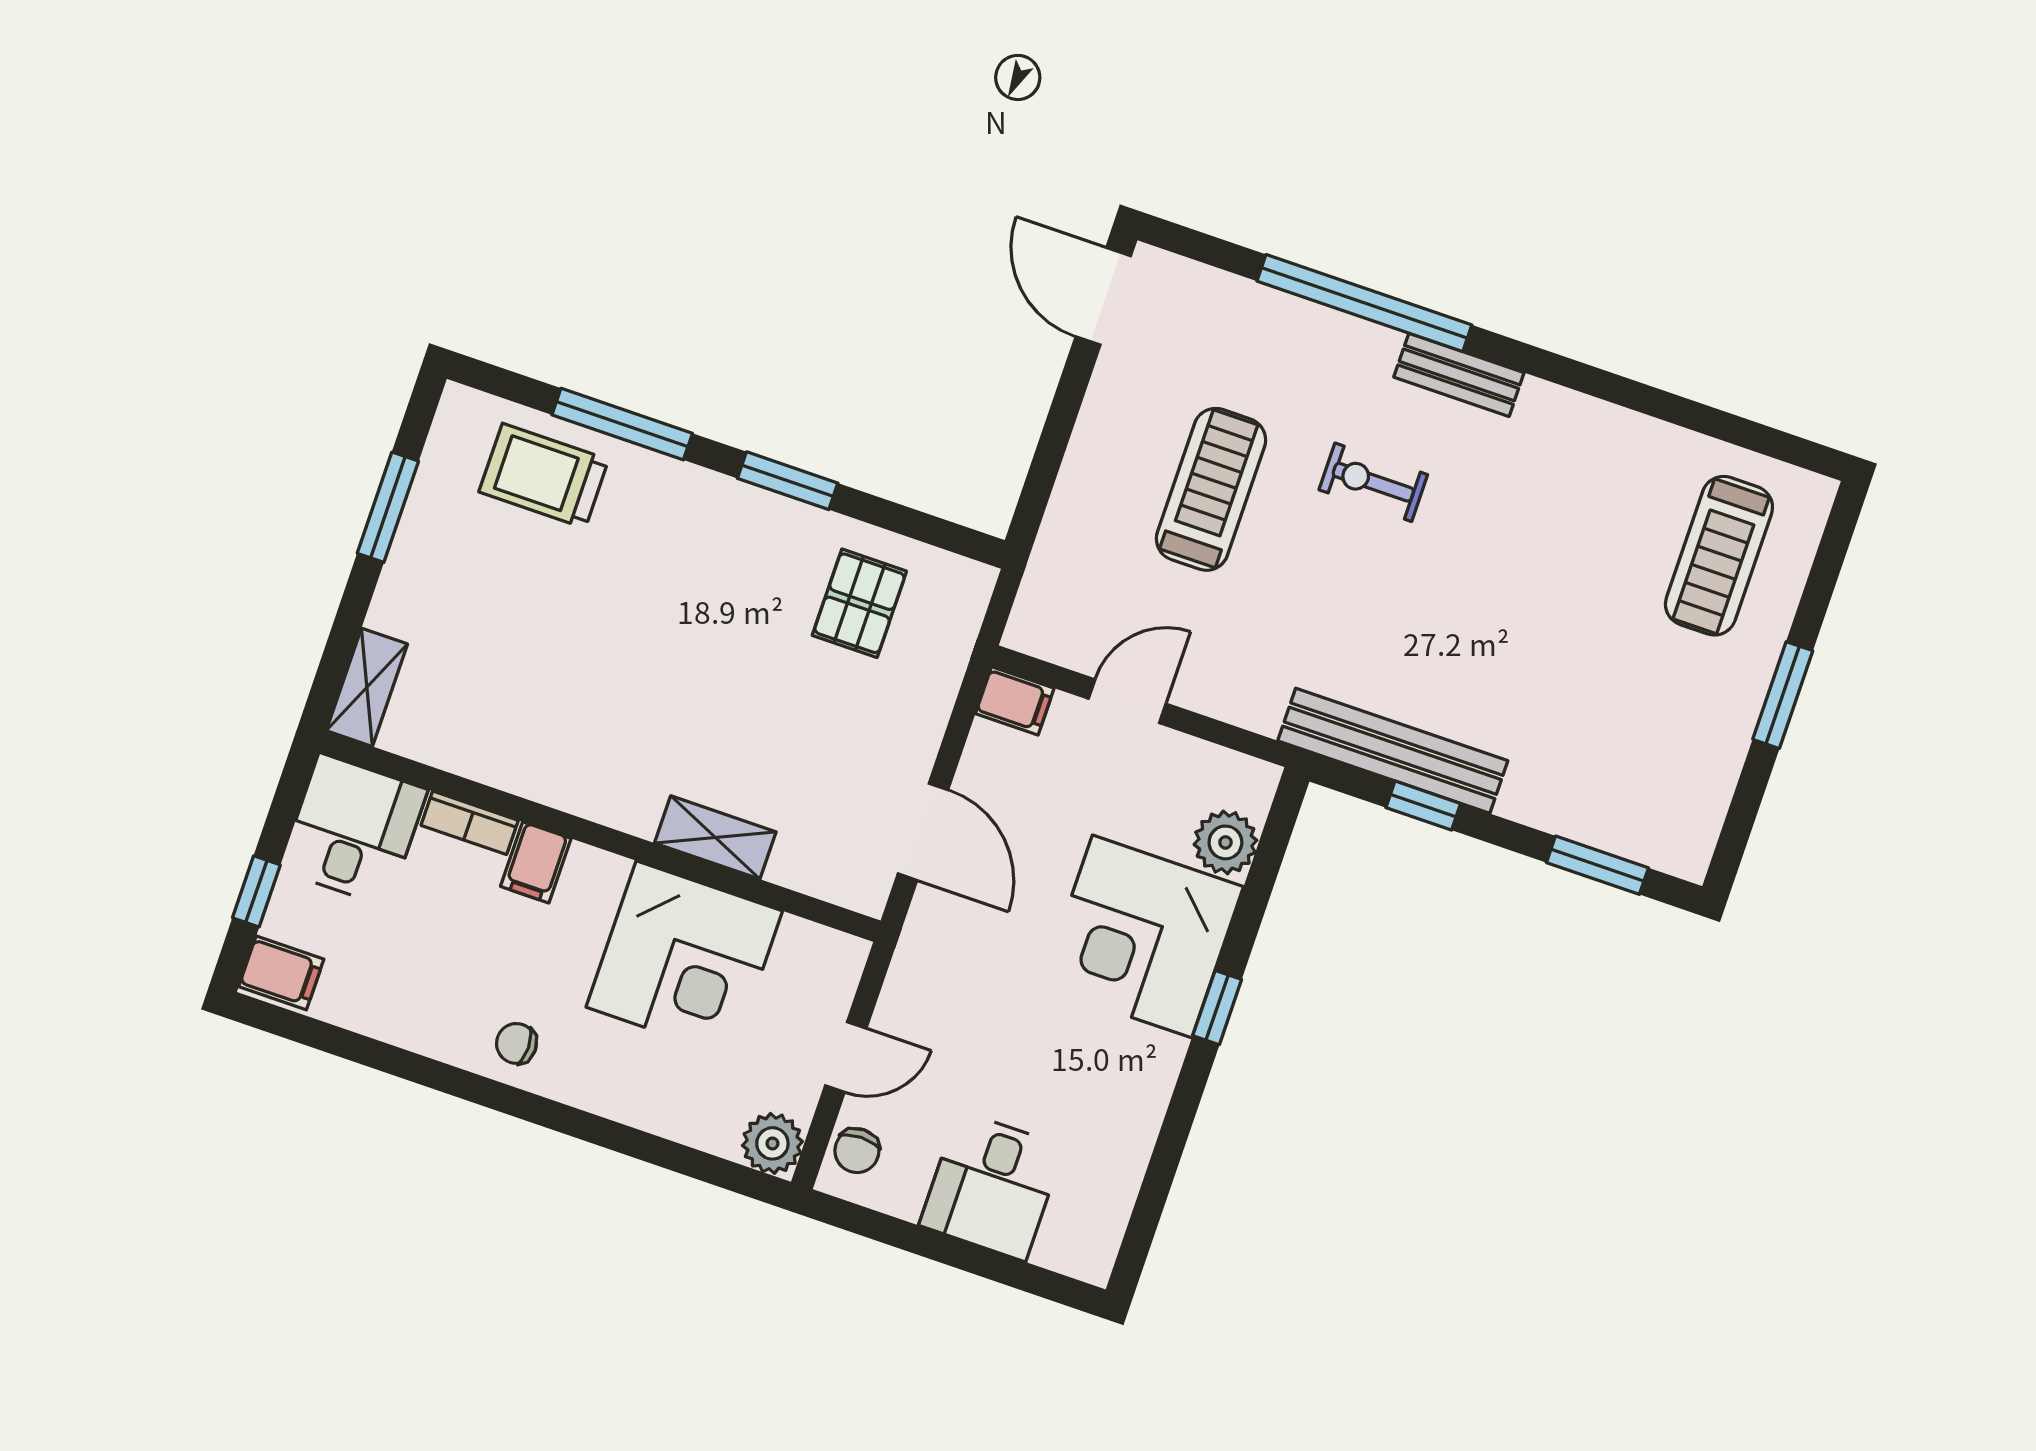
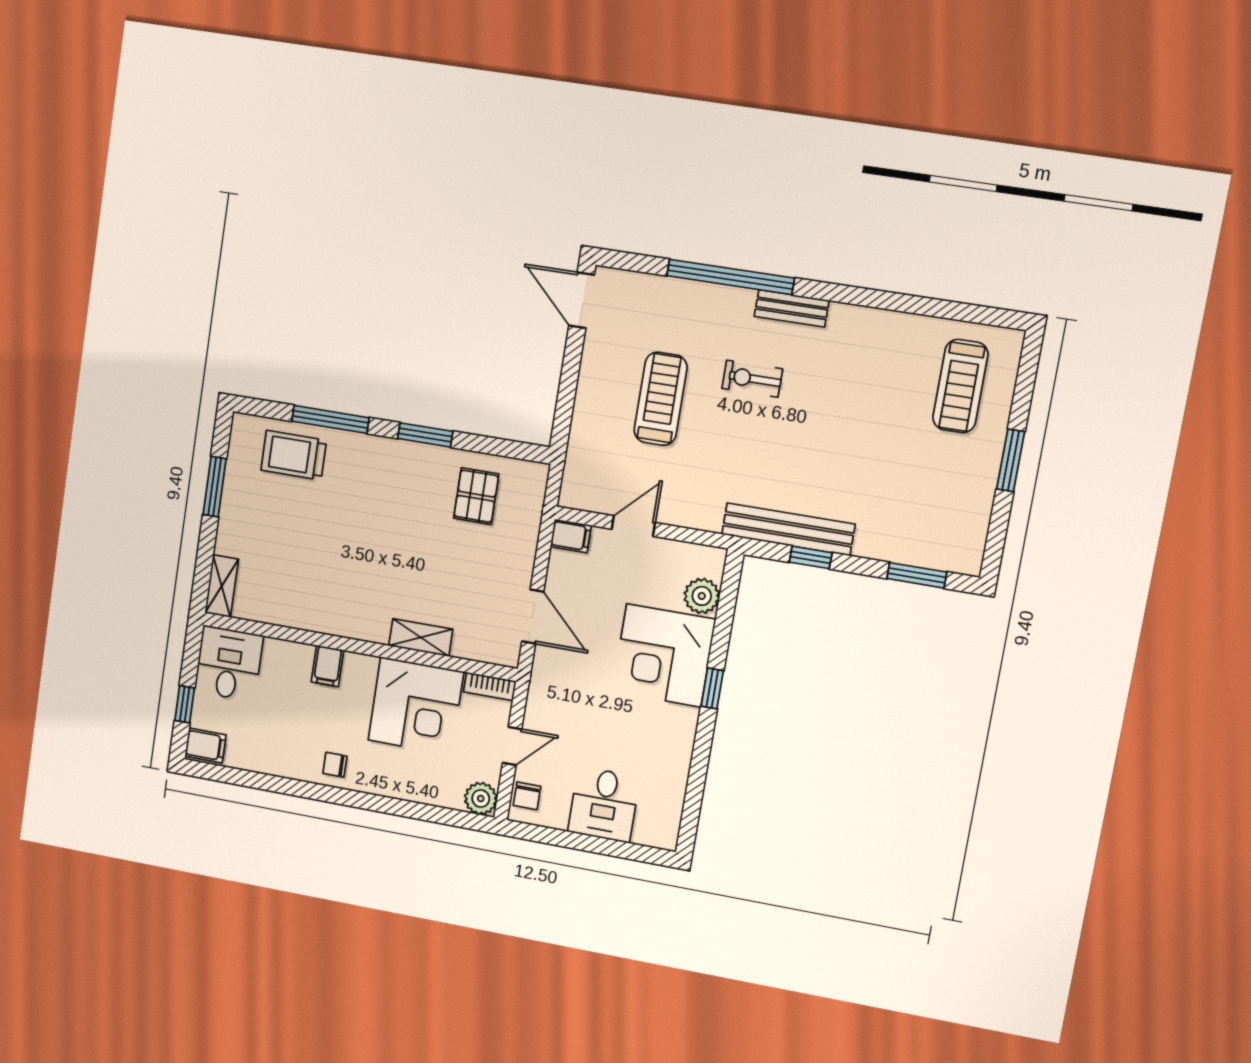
bookcase: (470, 823) -> (490, 686), moved

